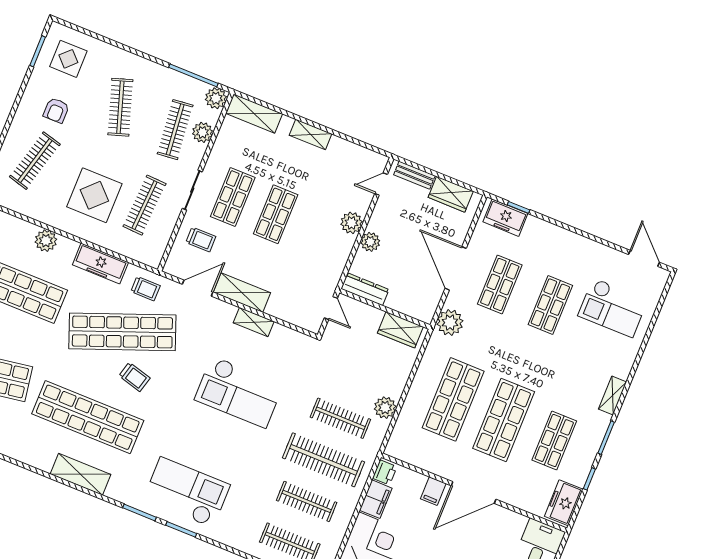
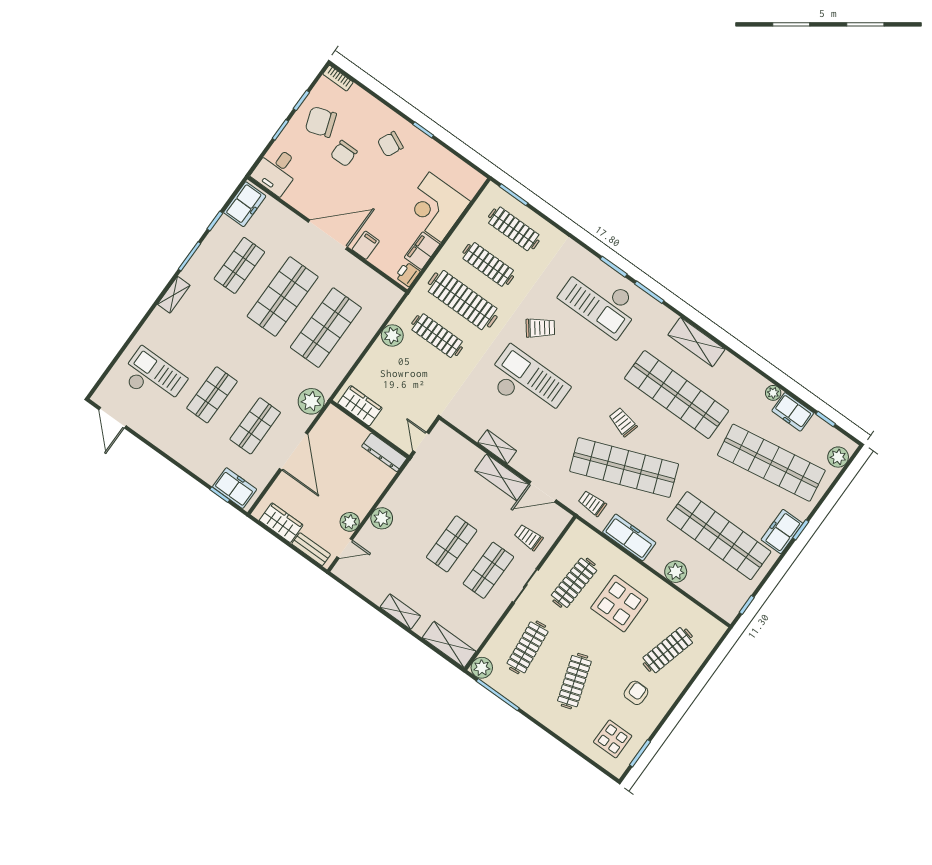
plant: (202, 132) -> (502, 638), removed
plant: (370, 242) -> (350, 522), moved
trolley: (239, 451) -> (540, 328), added

